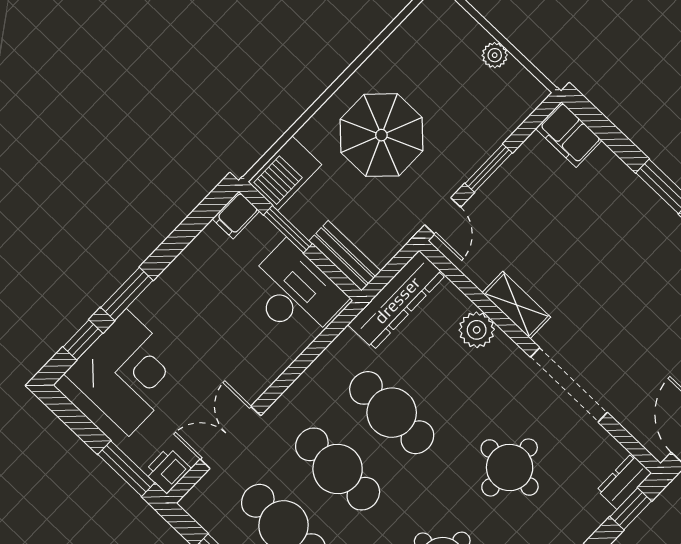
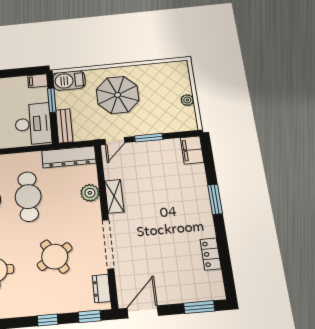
round table: (510, 467) -> (55, 257), turned -32
dresser: (624, 482) -> (101, 288), moved, turned -90

